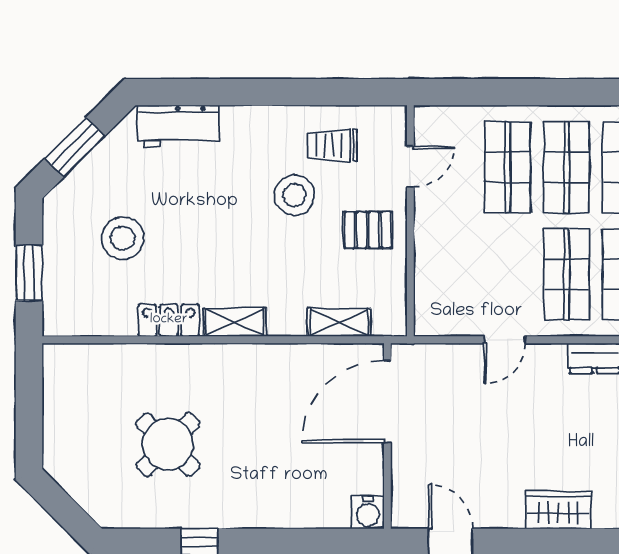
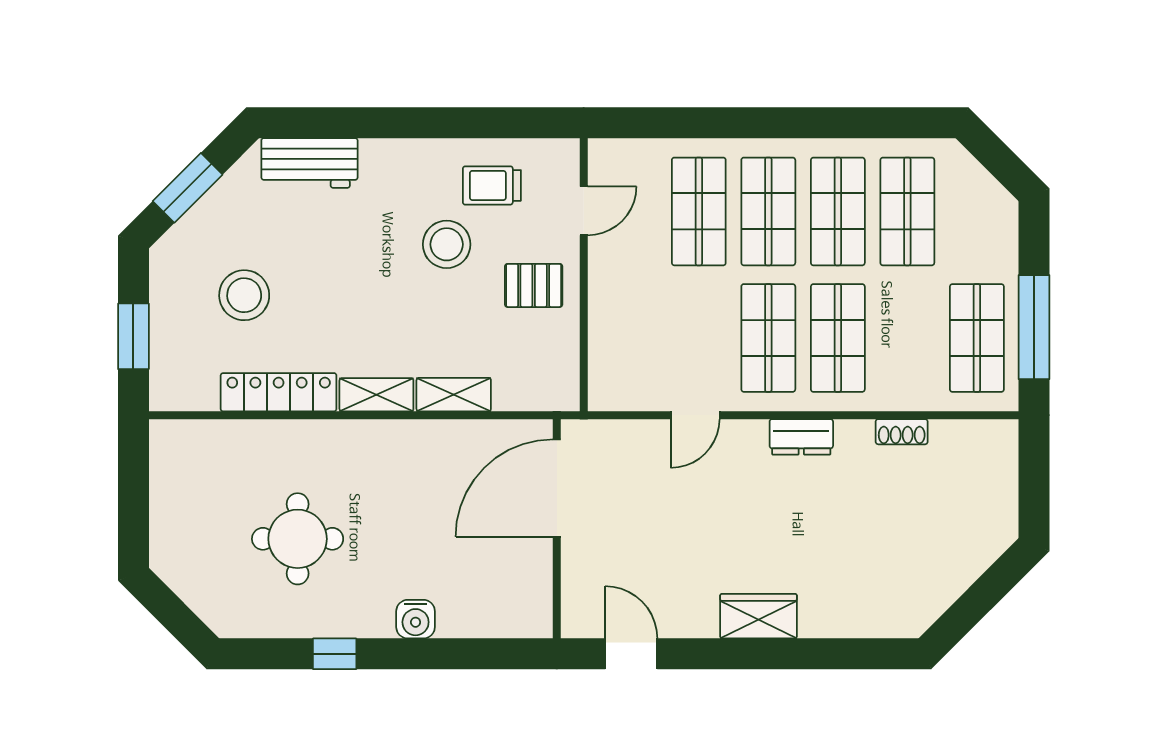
locker: (169, 320) -> (279, 392), width x1.53
shelving: (339, 322) -> (454, 395), moved
round table: (168, 444) -> (298, 539), turned 45
water cooler: (368, 512) -> (416, 619), moved

